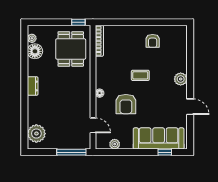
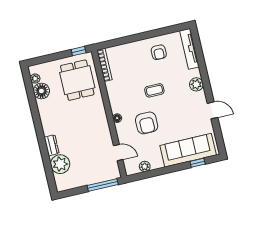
tv unit: (182, 44) -> (189, 49), added
dresser: (33, 86) -> (52, 145), moved
plant: (36, 134) -> (60, 164), moved

